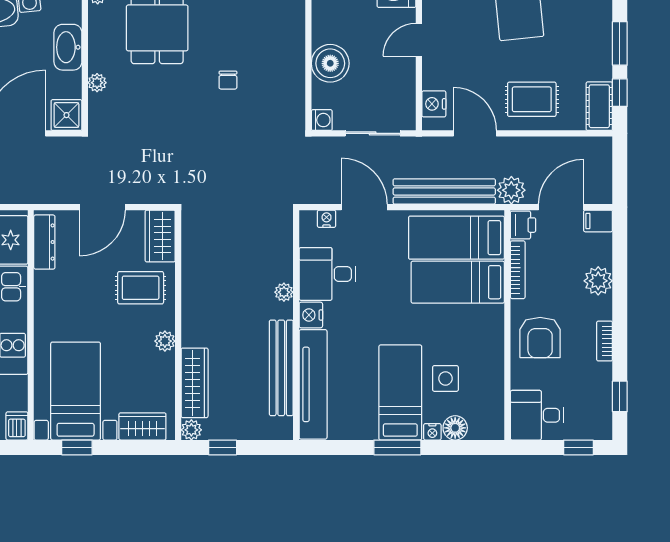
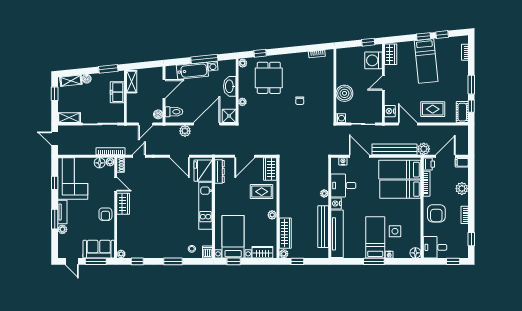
floor lamp: (455, 428) -> (415, 253), moved

